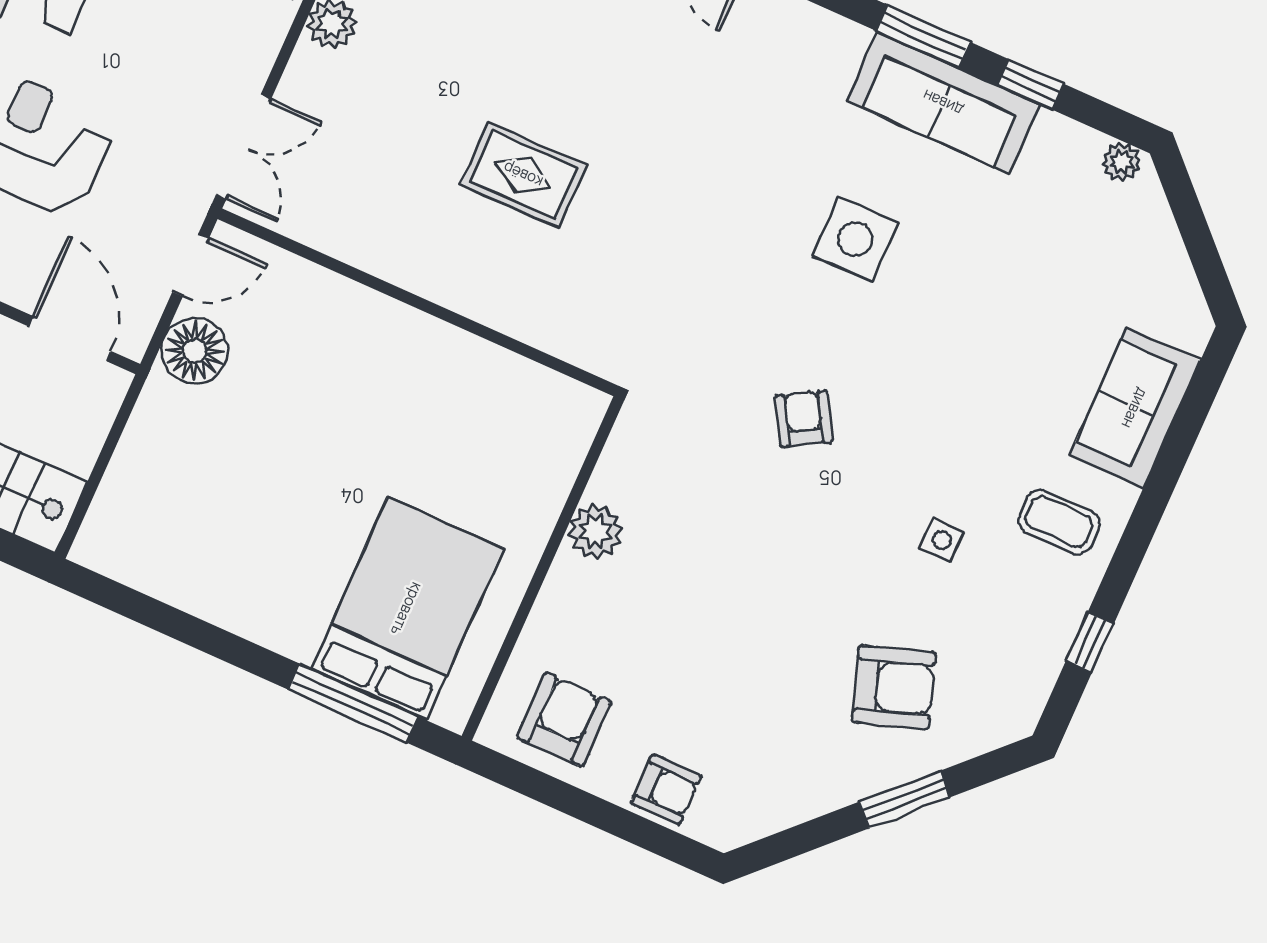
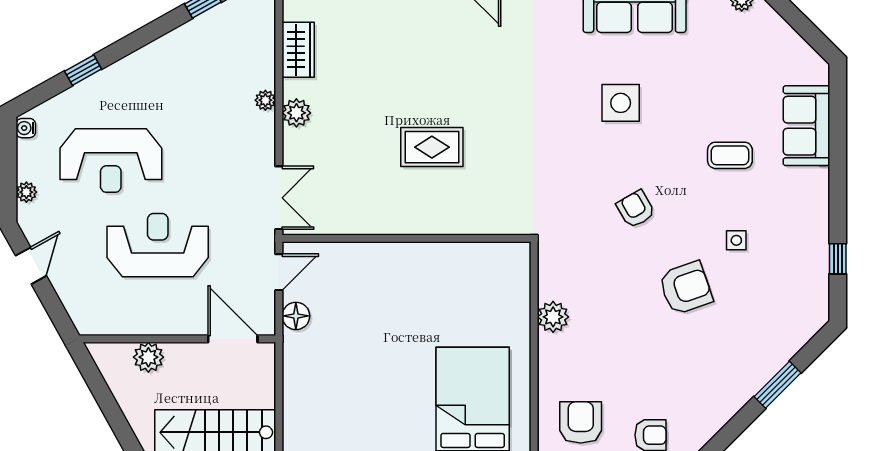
floor lamp: (195, 351) -> (296, 316), width x0.73, depth x0.73
coffee table: (1059, 522) -> (730, 155), moved
armchair: (894, 687) -> (686, 288), moved

